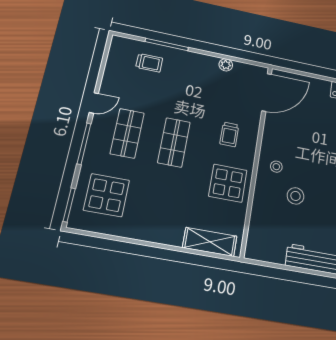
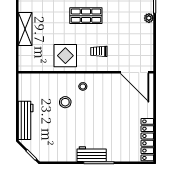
plant: (226, 65) -> (149, 18), moved
shelving: (210, 242) -> (25, 29), moved

